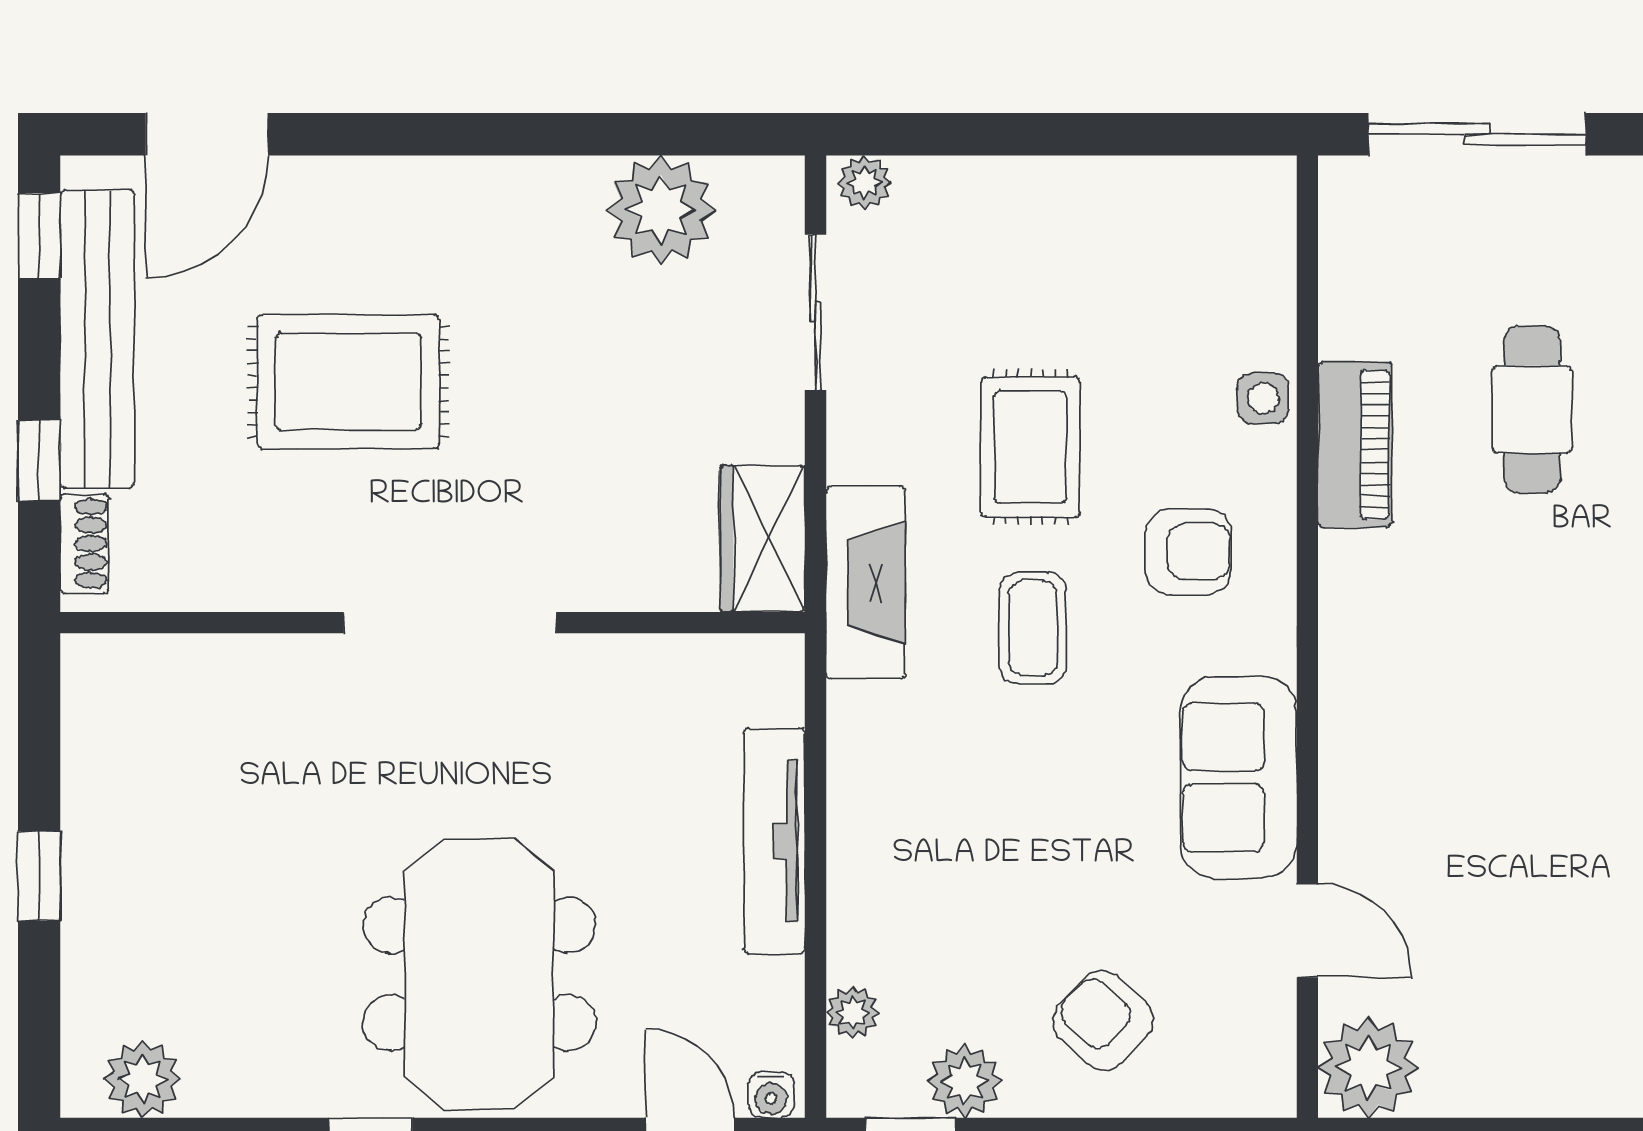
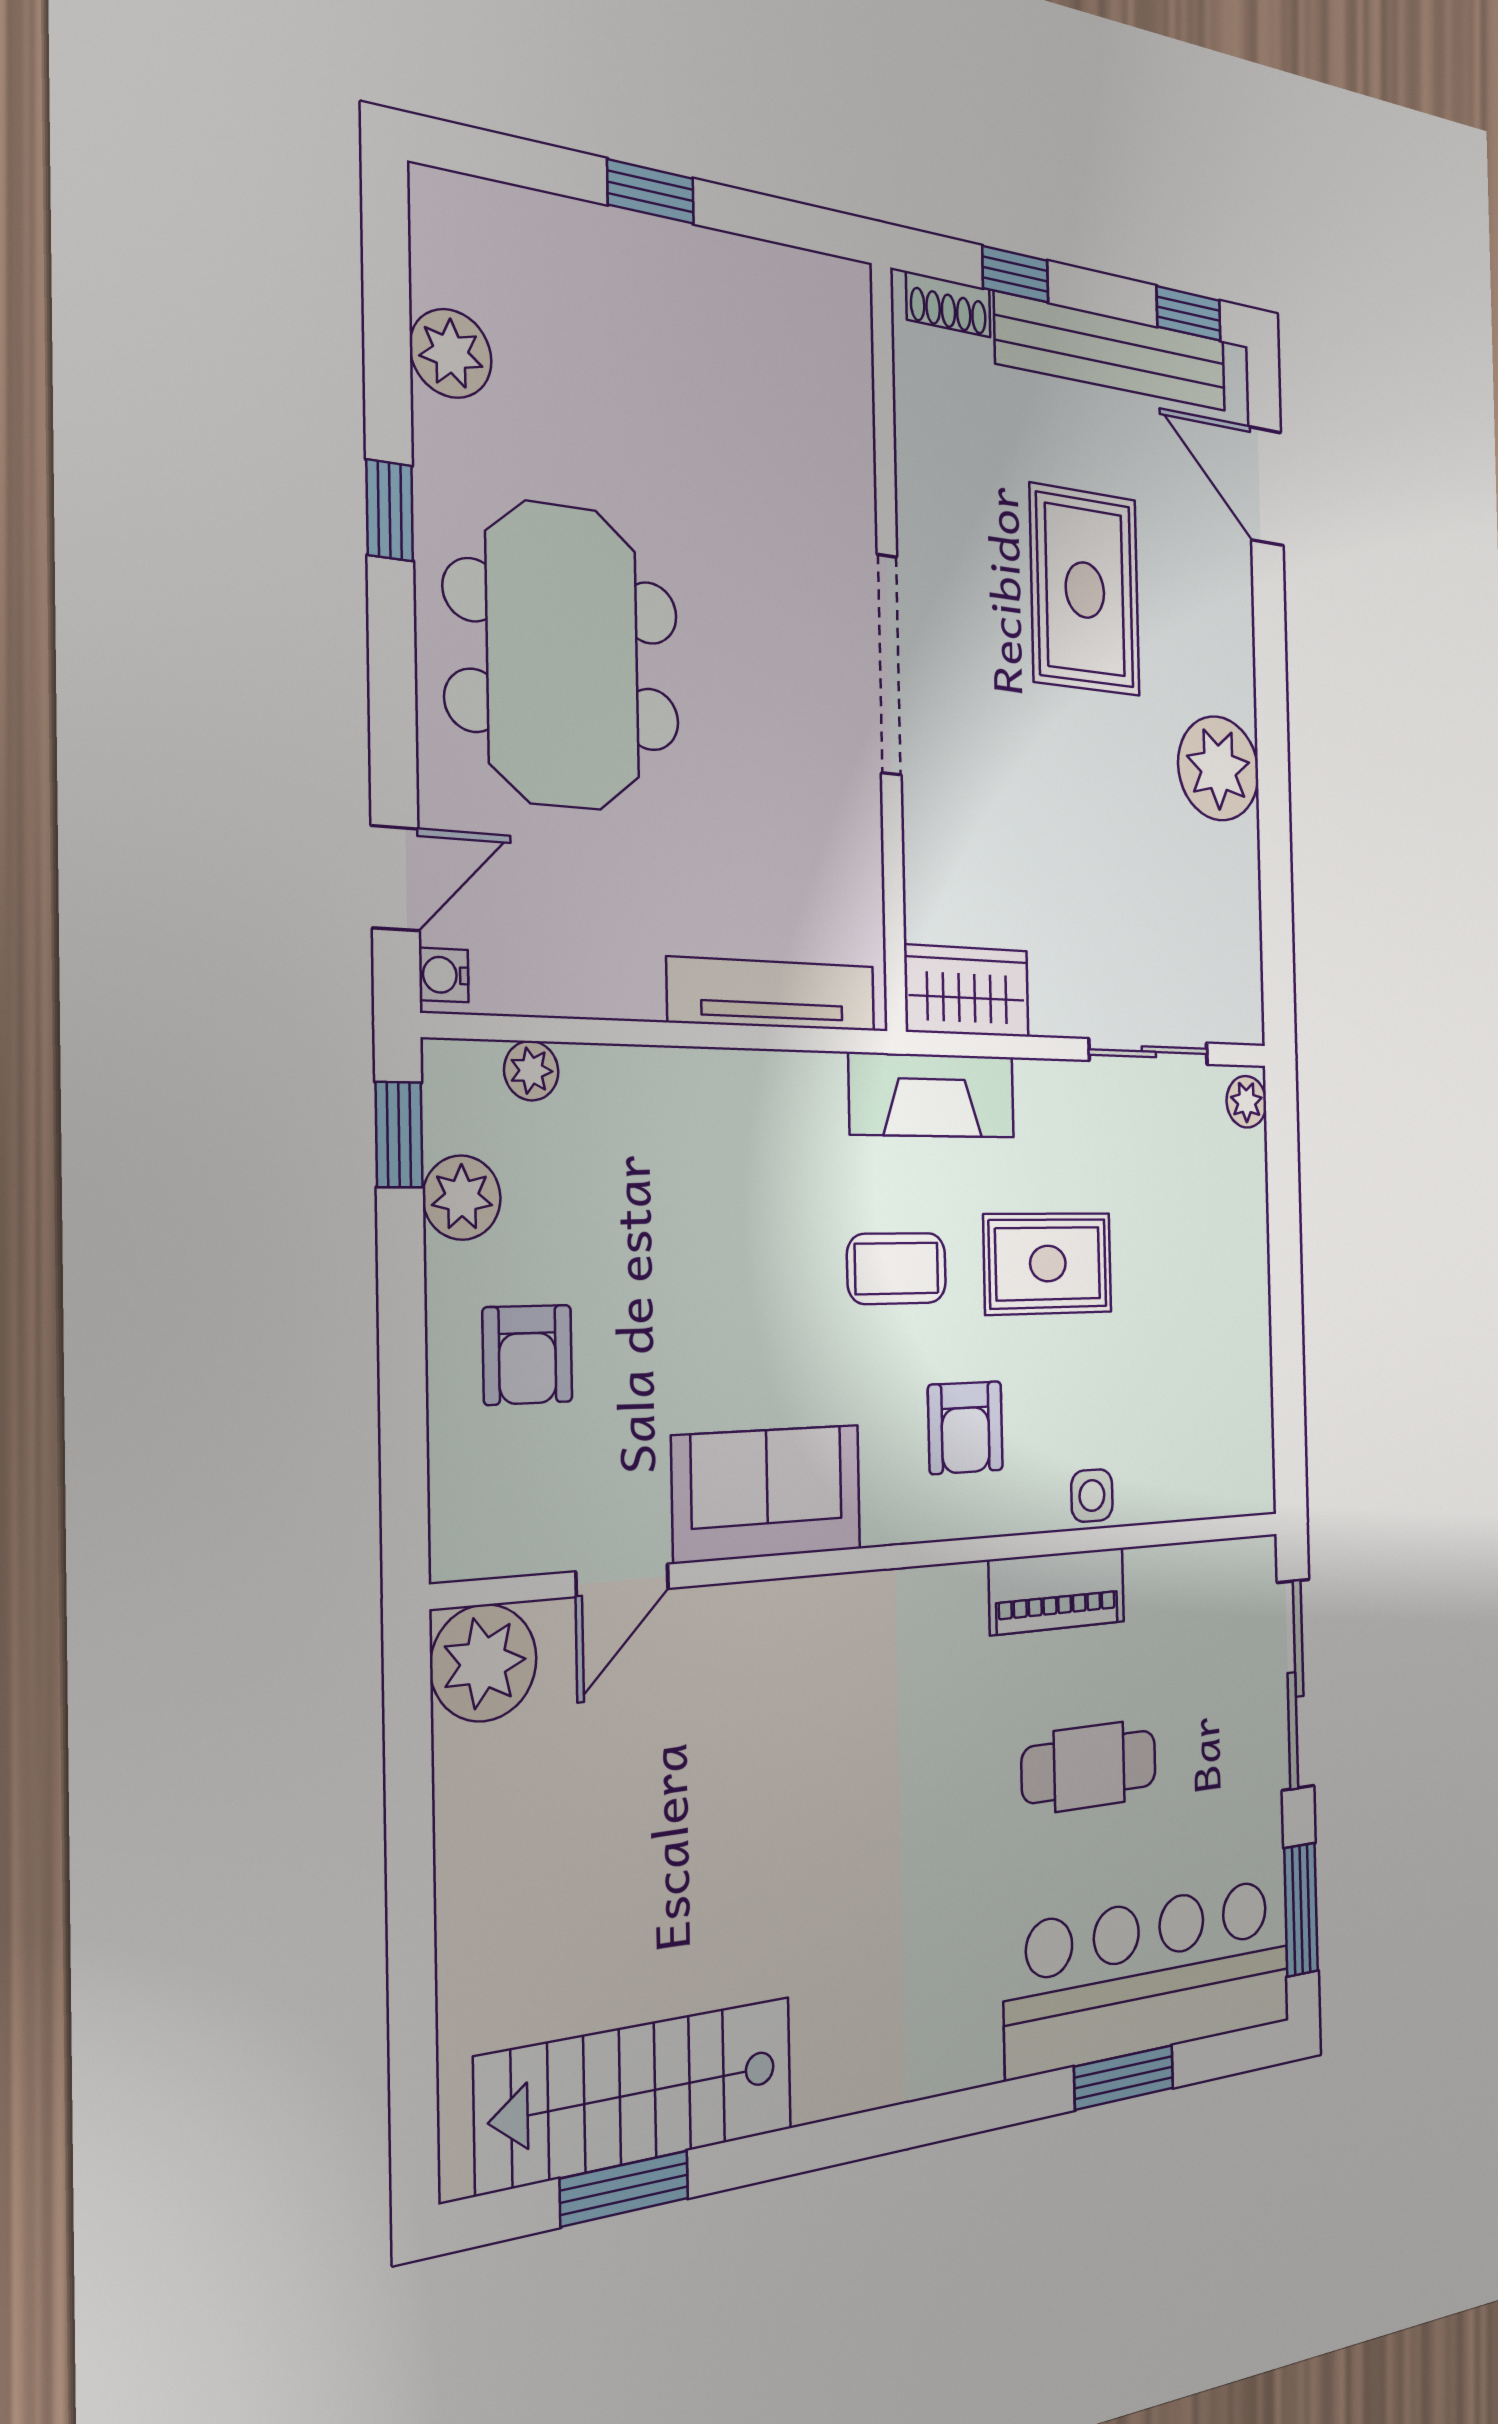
plant: (661, 210) -> (1219, 768), moved
tv unit: (774, 841) -> (772, 994), moved
meeting table: (479, 974) -> (563, 656), turned 90
armchair: (1103, 1021) -> (528, 1355), turned 137
plant: (143, 1079) -> (451, 353), moved

